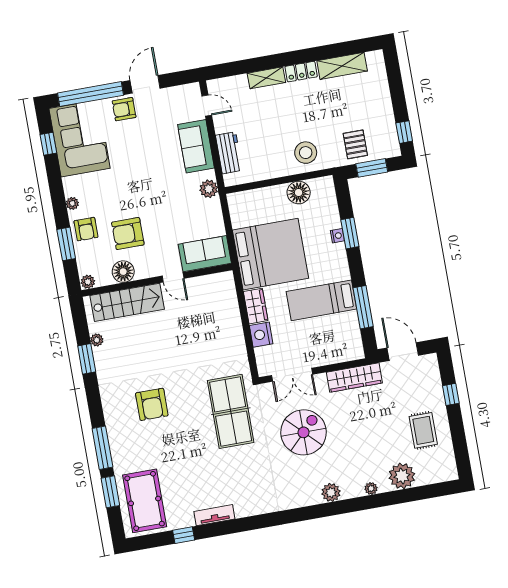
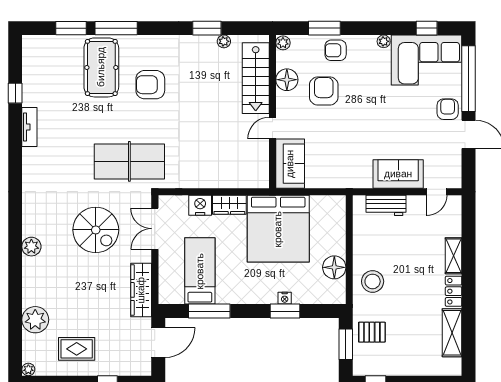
plant: (209, 189) -> (354, 179), removed
plant: (72, 203) -> (384, 41), moved
bed: (321, 300) -> (200, 271), moved
plant: (371, 488) -> (28, 369), moved
pool table: (145, 501) -> (101, 67), moved, turned 90

